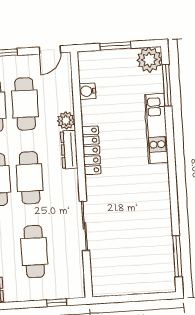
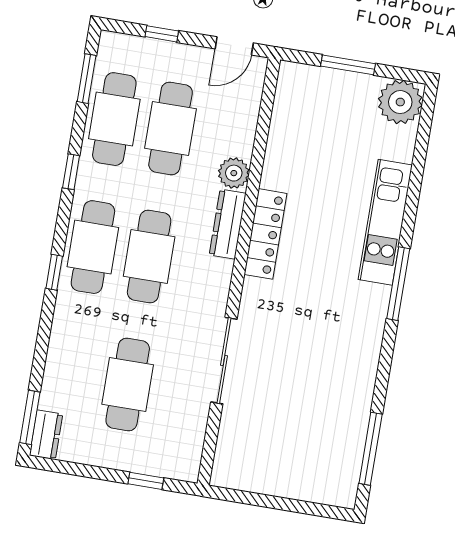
window: (167, 85) -> (398, 284), moved
water cooler: (87, 91) -> (282, 131), removed

